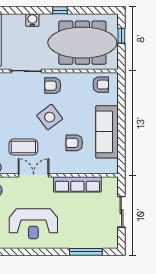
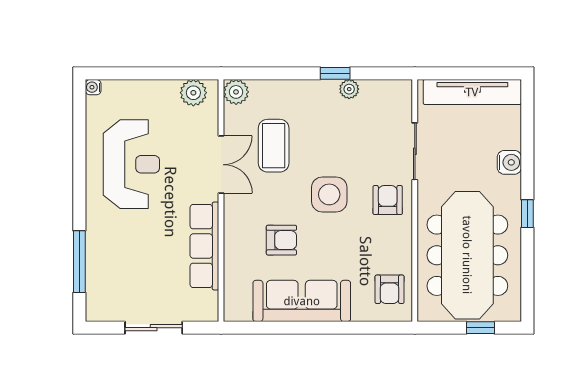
side table: (50, 117) -> (329, 194), turned 37
armchair: (74, 143) -> (281, 240), turned 90
reception desk: (33, 224) -> (131, 164), turned 180

